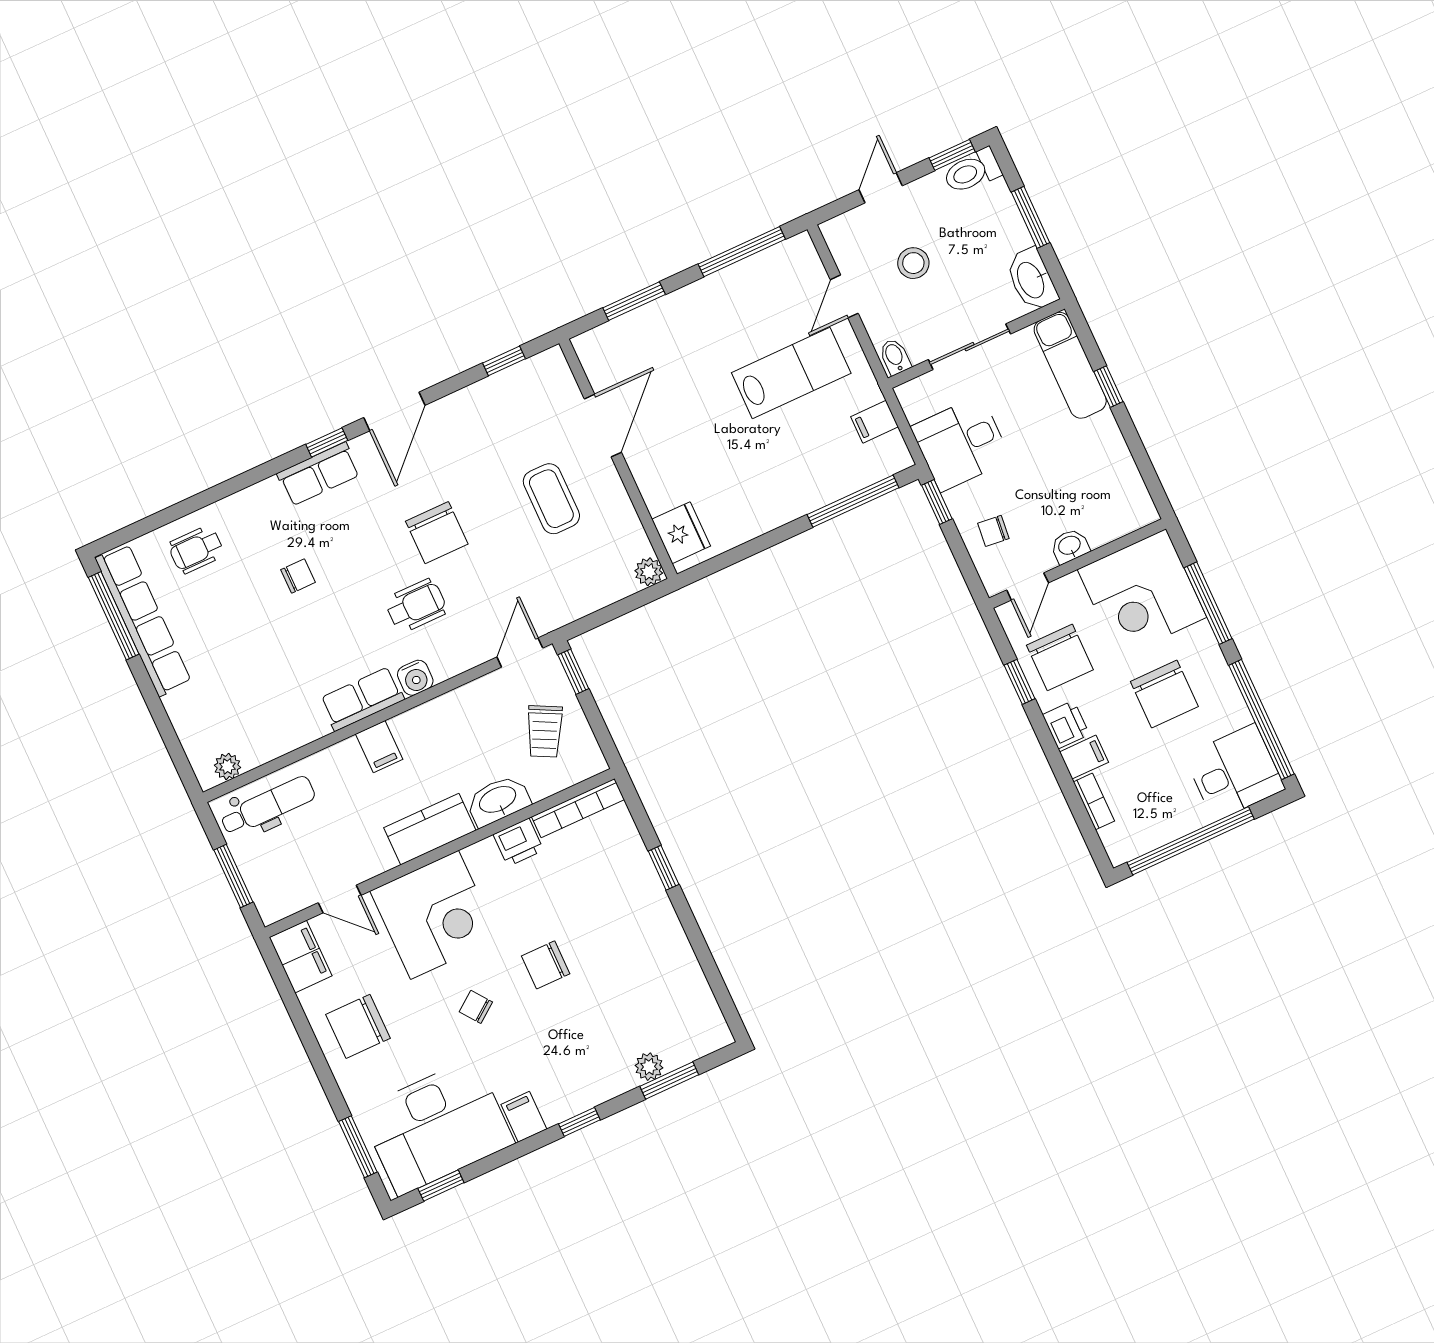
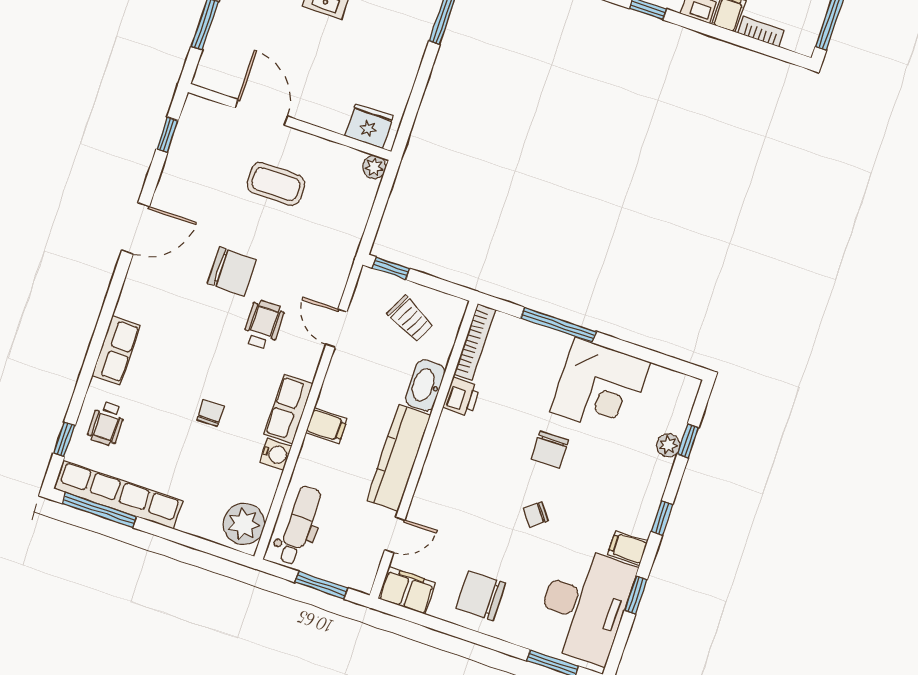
door: (394, 411) -> (136, 228), hinge flipped
window: (327, 442) -> (64, 439), moved
row of seats: (319, 474) -> (116, 350), moved
chair: (298, 576) -> (210, 413), moved
door: (520, 652) -> (336, 328), moved
water cooler: (415, 678) -> (276, 454), moved
plant: (227, 766) -> (244, 524), width x1.88, depth x1.88
kitchen counter: (430, 829) -> (398, 458), width x1.50
window: (664, 868) -> (558, 325), width x2.17
corner desk: (434, 915) -> (600, 387), moved, turned 90
chair: (358, 1026) -> (481, 596), turned 90
window: (669, 1080) -> (688, 441), width x0.67
window: (441, 1185) -> (636, 595), moved

